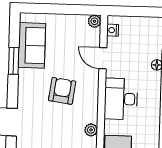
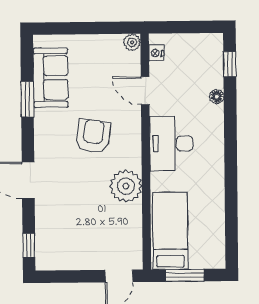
plant: (91, 130) -> (126, 186), width x1.87, depth x1.87

